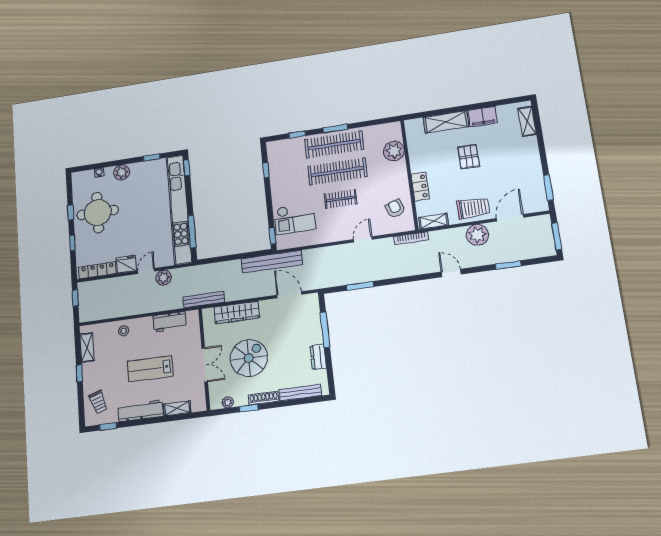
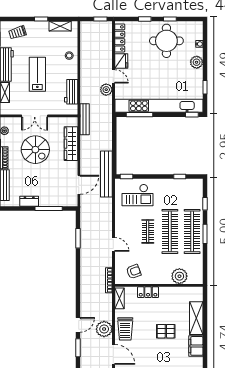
checkout: (295, 219) -> (138, 195), turned -90
door: (451, 273) -> (78, 325), moved

